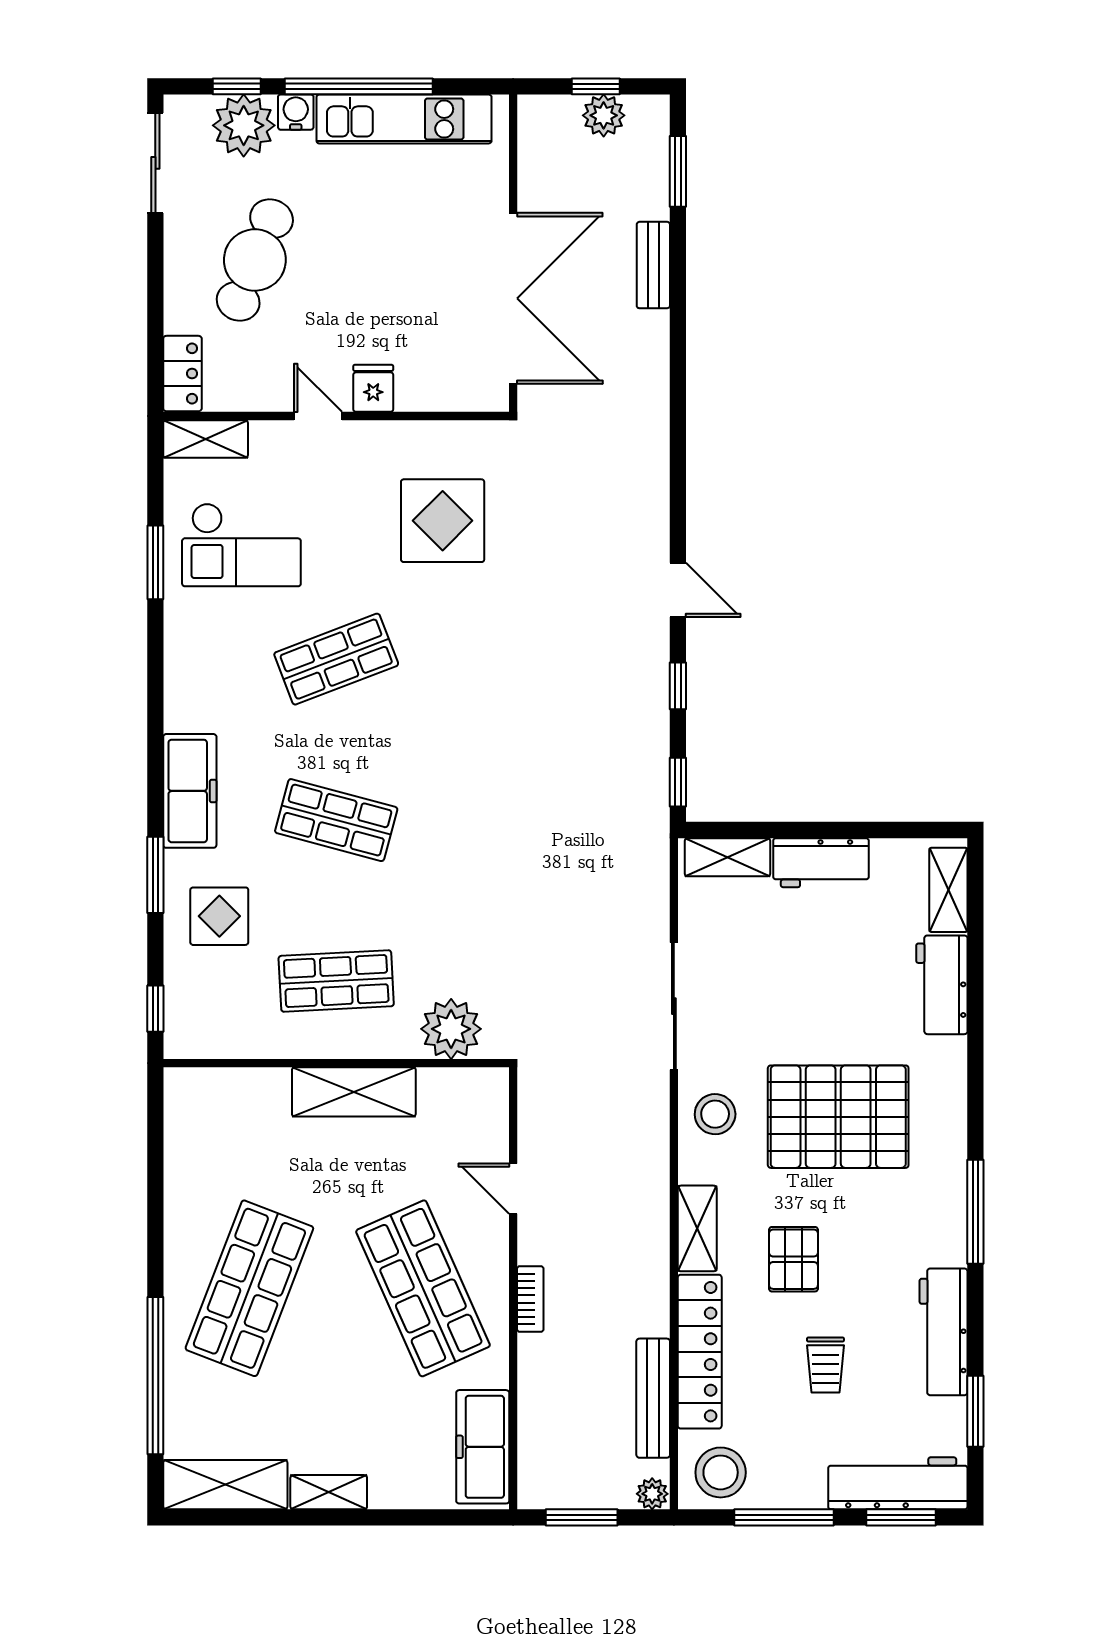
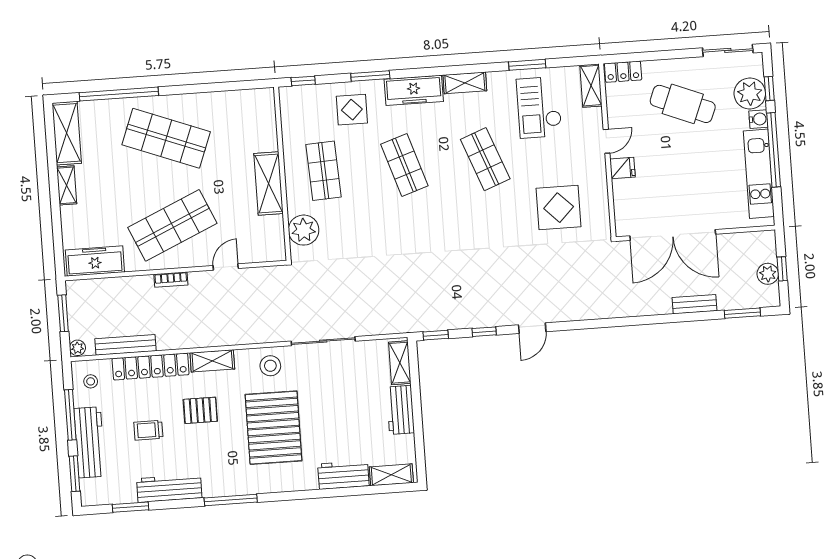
shelving: (182, 689) -> (465, 83), added
shop shelf: (336, 820) -> (404, 165), turned -33
stool: (721, 1472) -> (91, 381), width x0.53, depth x0.53
workbench: (898, 1483) -> (90, 442), moved

